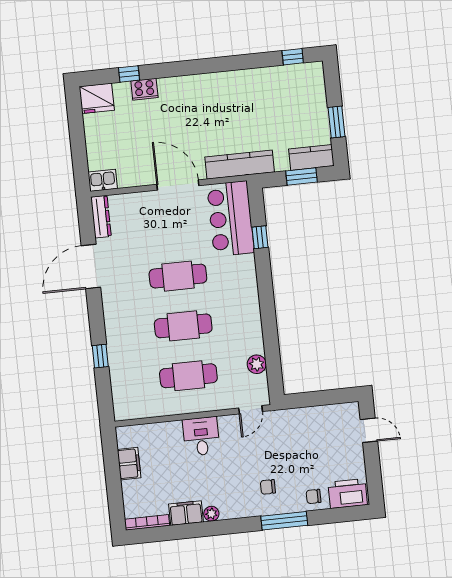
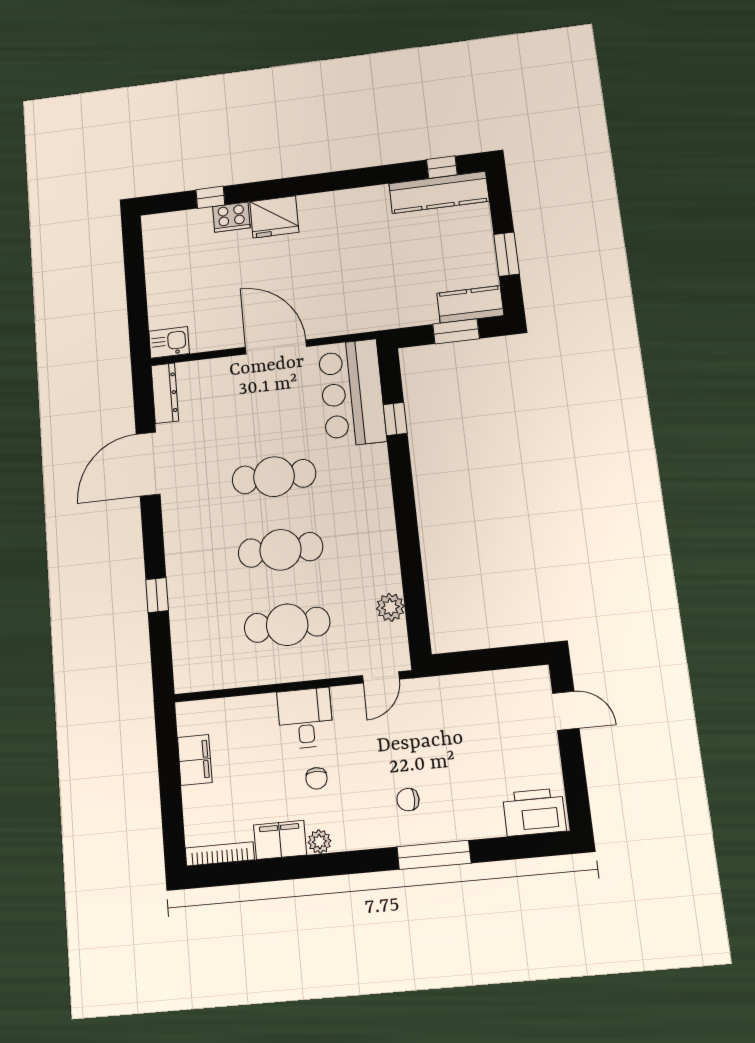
fridge: (97, 98) -> (274, 217), moved
kitchen counter: (240, 165) -> (439, 192), moved, turned 180
chair: (314, 496) -> (317, 778), moved, turned -90

